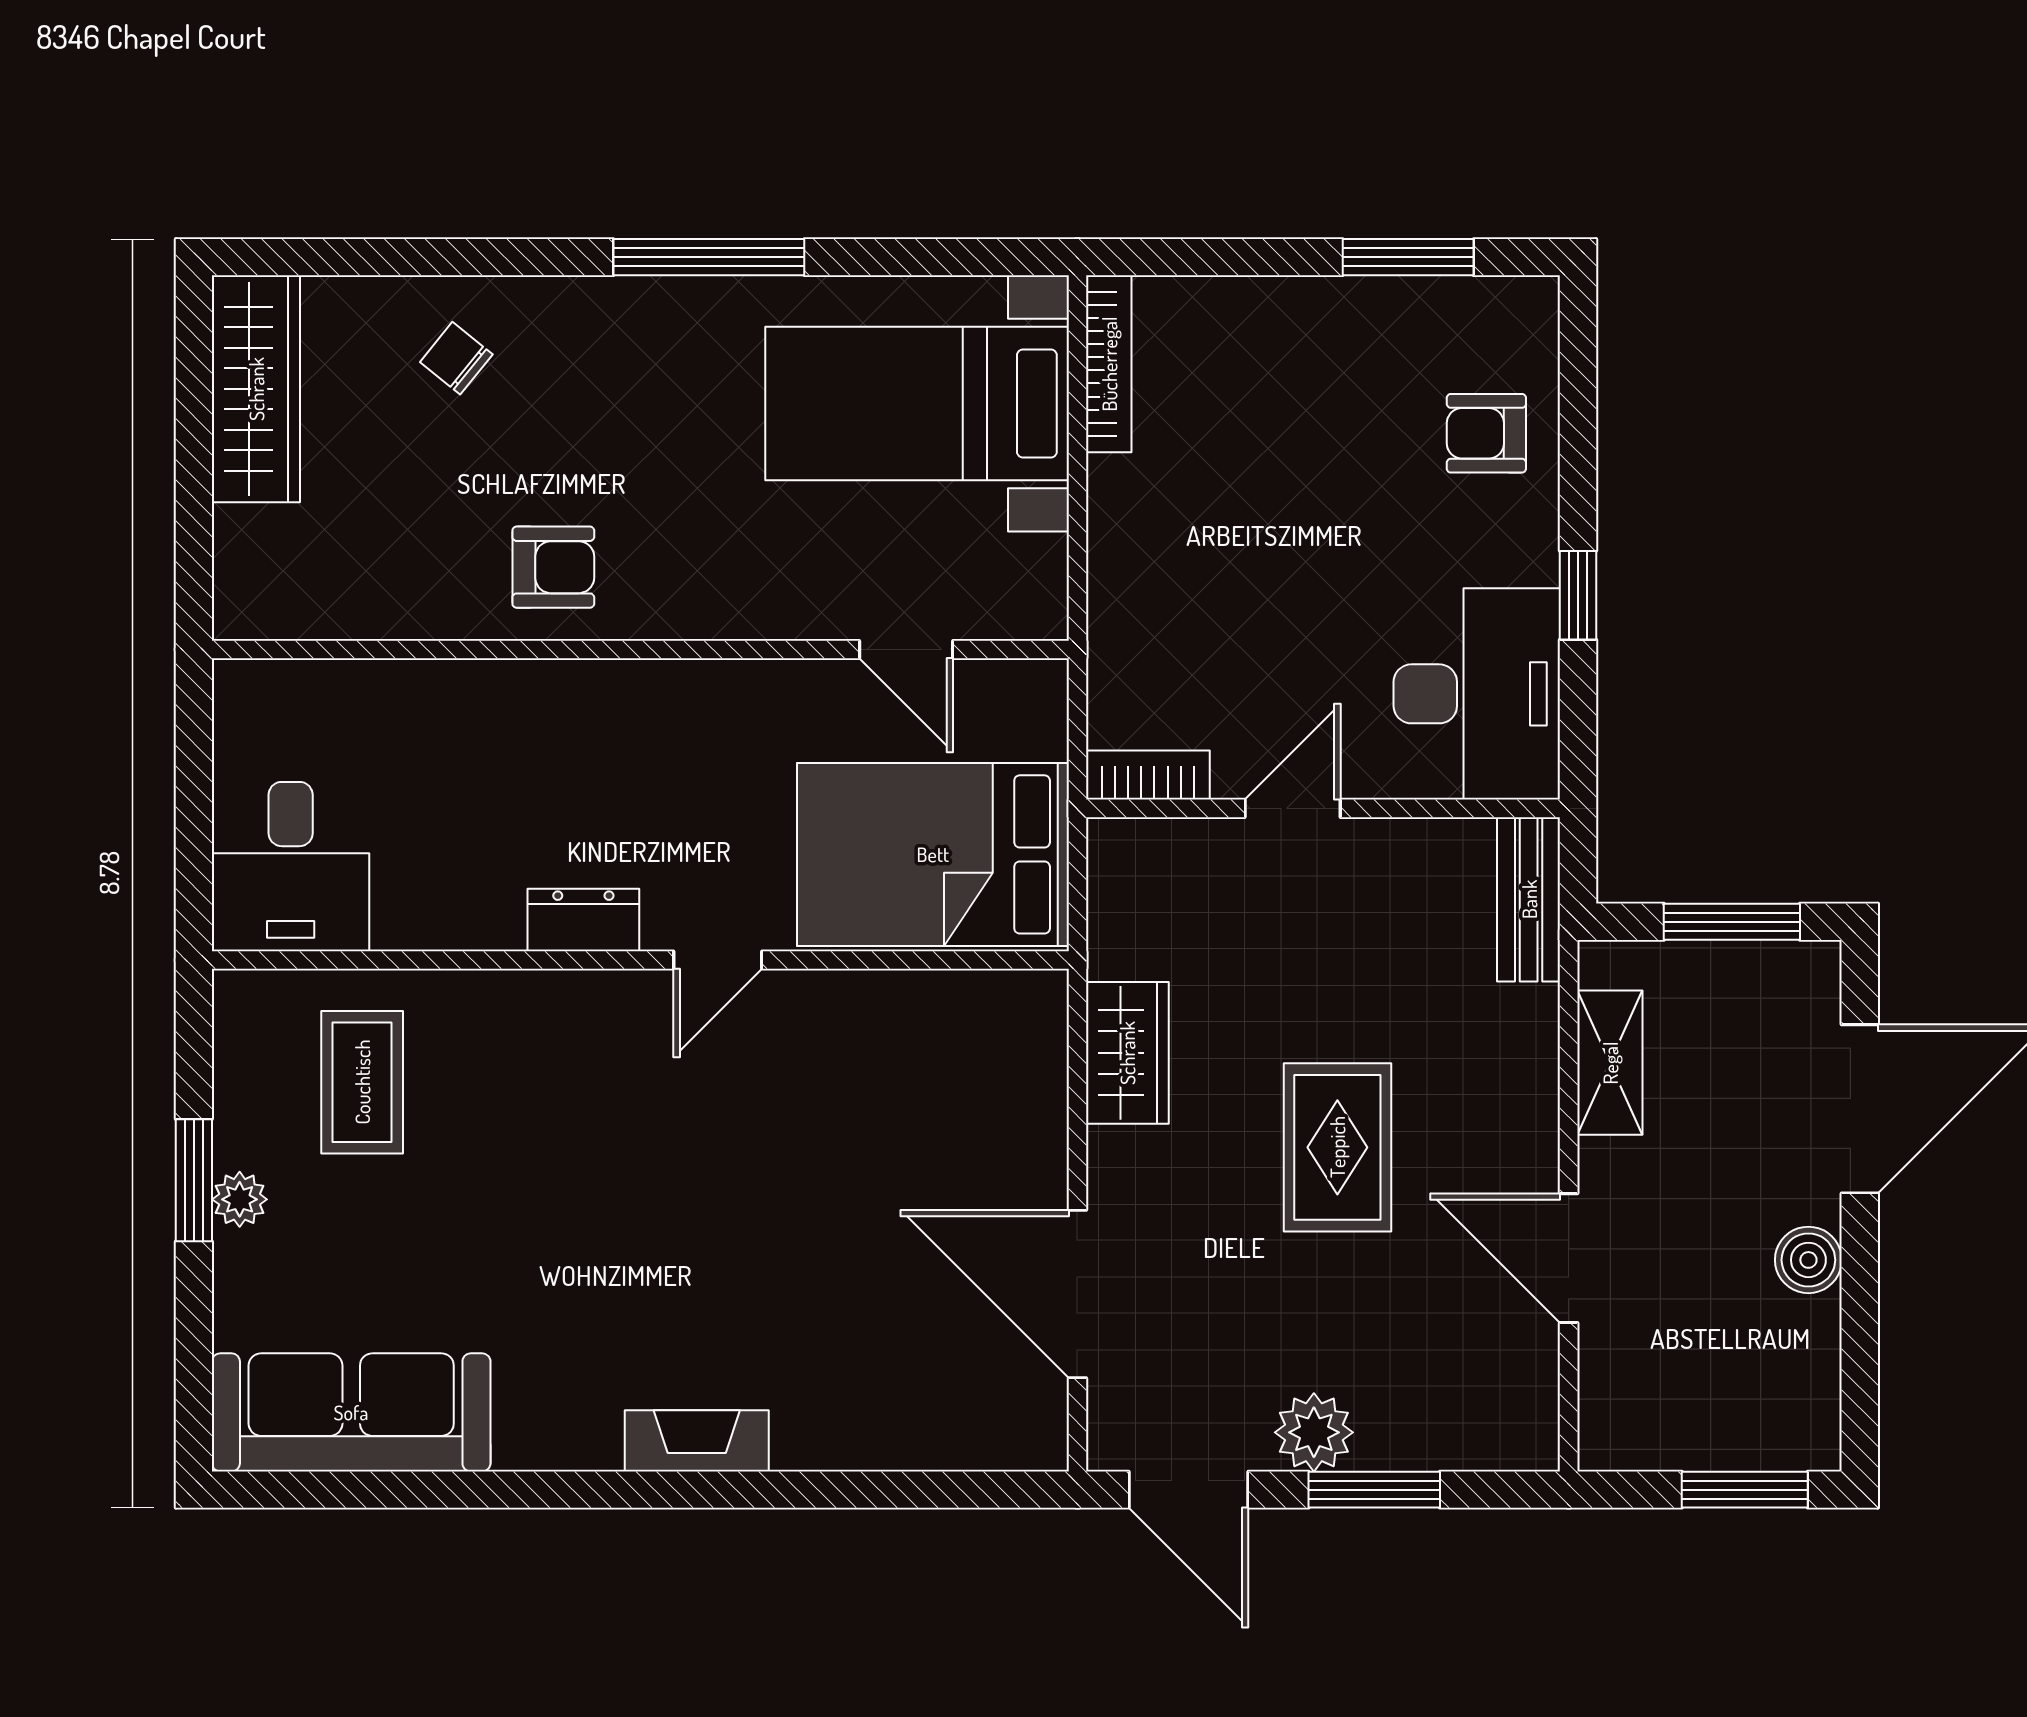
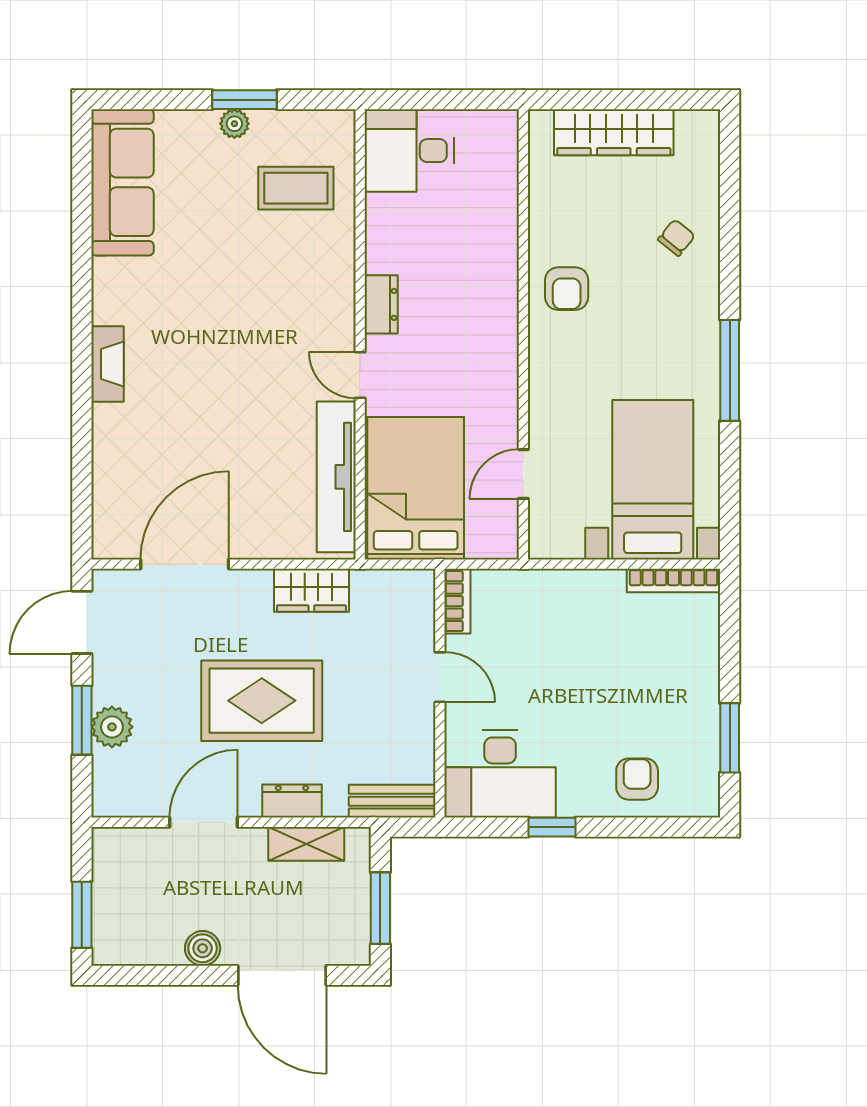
wardrobe: (256, 389) -> (614, 132), moved
tv unit: (911, 1005) -> (336, 477), added
dresser: (1528, 1090) -> (292, 801), added
rug: (1337, 1147) -> (262, 701), width x1.36, depth x1.43
plant: (1314, 1432) -> (112, 727), moved

